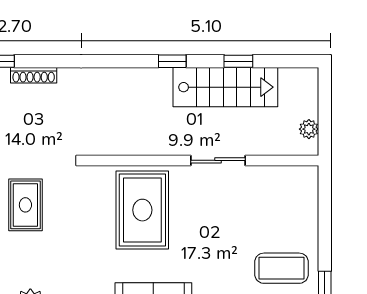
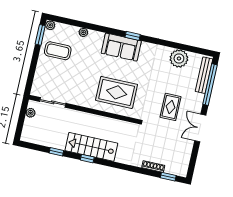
stairs: (225, 87) -> (91, 147), moved
sliding door: (218, 160) -> (53, 102), moved
rug: (142, 210) -> (117, 92), turned 90

